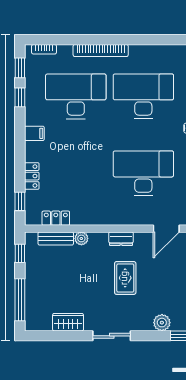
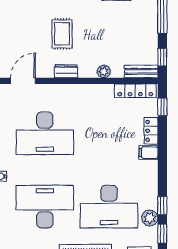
plant: (33, 84) -> (150, 218), added
desk: (143, 96) -> (45, 207), turned 180
filing cabinet: (34, 133) -> (148, 153), moved
locker: (56, 218) -> (135, 91), width x1.53
bench: (56, 239) -> (141, 71), moved

